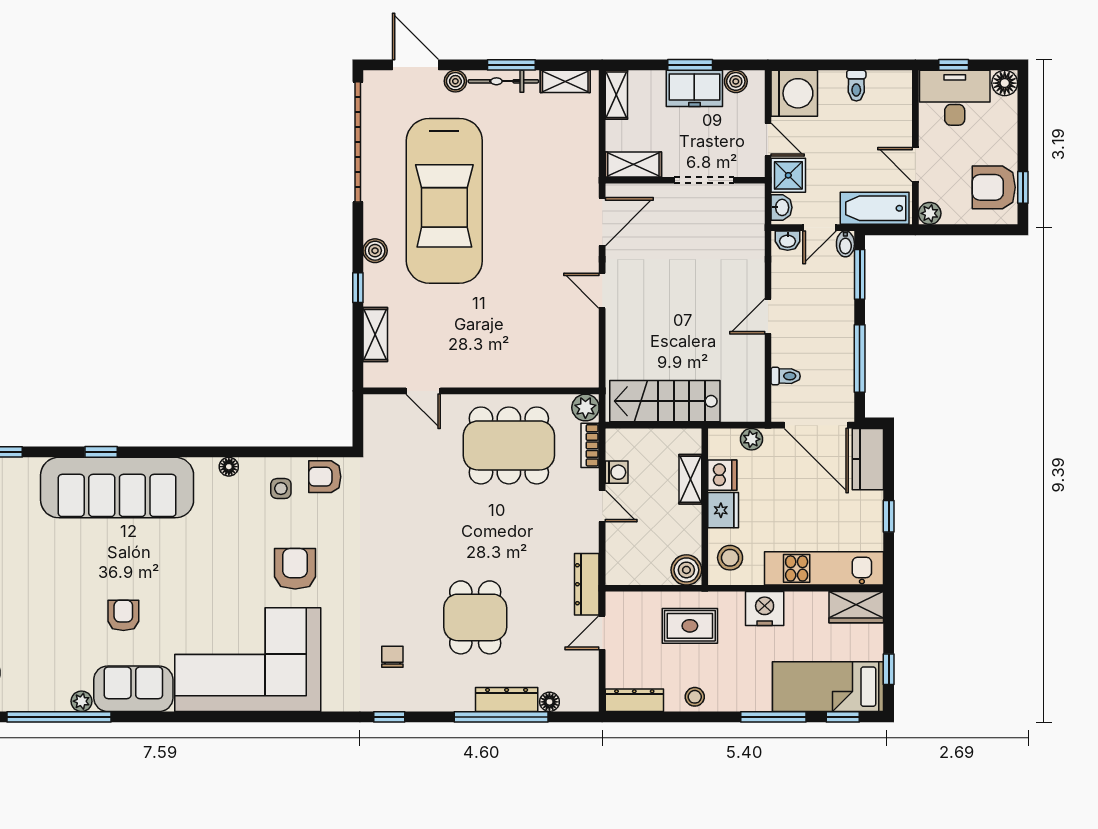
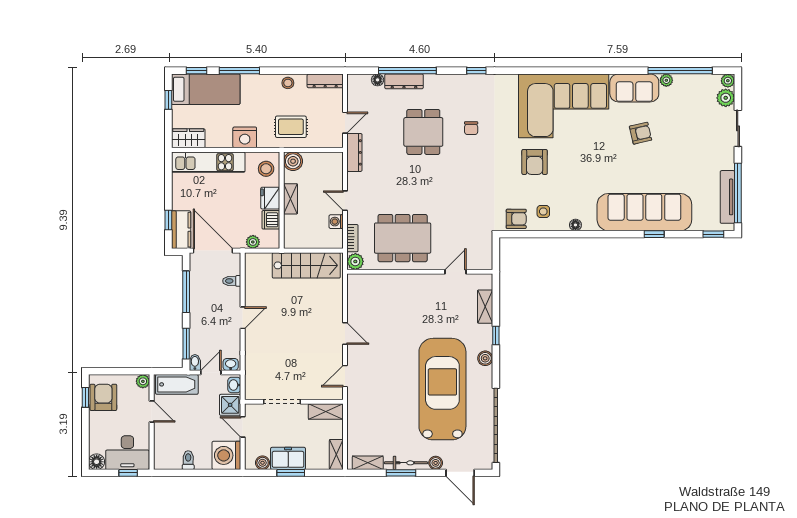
armchair: (994, 187) -> (103, 397), turned -90
door: (602, 222) -> (345, 376), width x0.73
door: (423, 391) -> (456, 272), hinge flipped
shelving: (690, 479) -> (291, 199), moved
window: (889, 516) -> (168, 220), moved
armchair: (123, 615) -> (641, 133), turned -103
chair: (392, 657) -> (471, 128), moved

